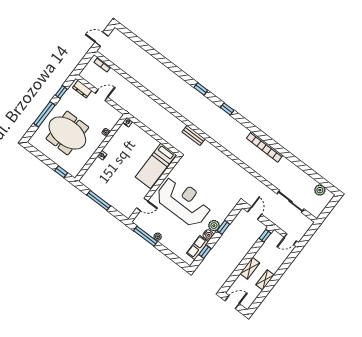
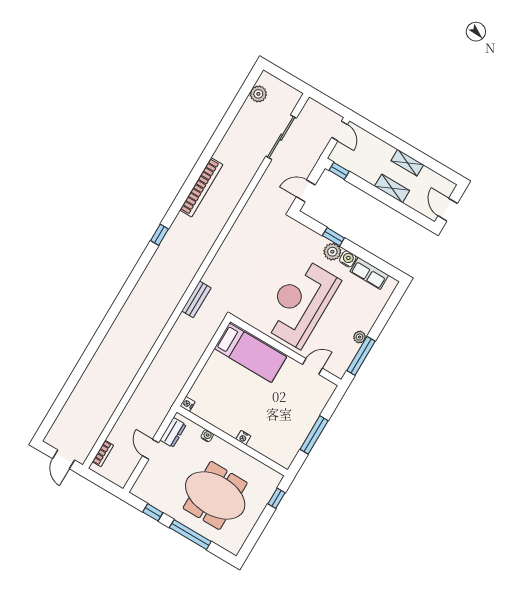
dresser: (82, 89) -> (173, 432), moved
window: (201, 89) -> (123, 297), removed
window: (227, 109) -> (160, 235), moved
meeting table: (67, 133) -> (215, 495), turned 90
door: (142, 204) -> (312, 366), hinge flipped
window: (205, 252) -> (374, 261), removed

